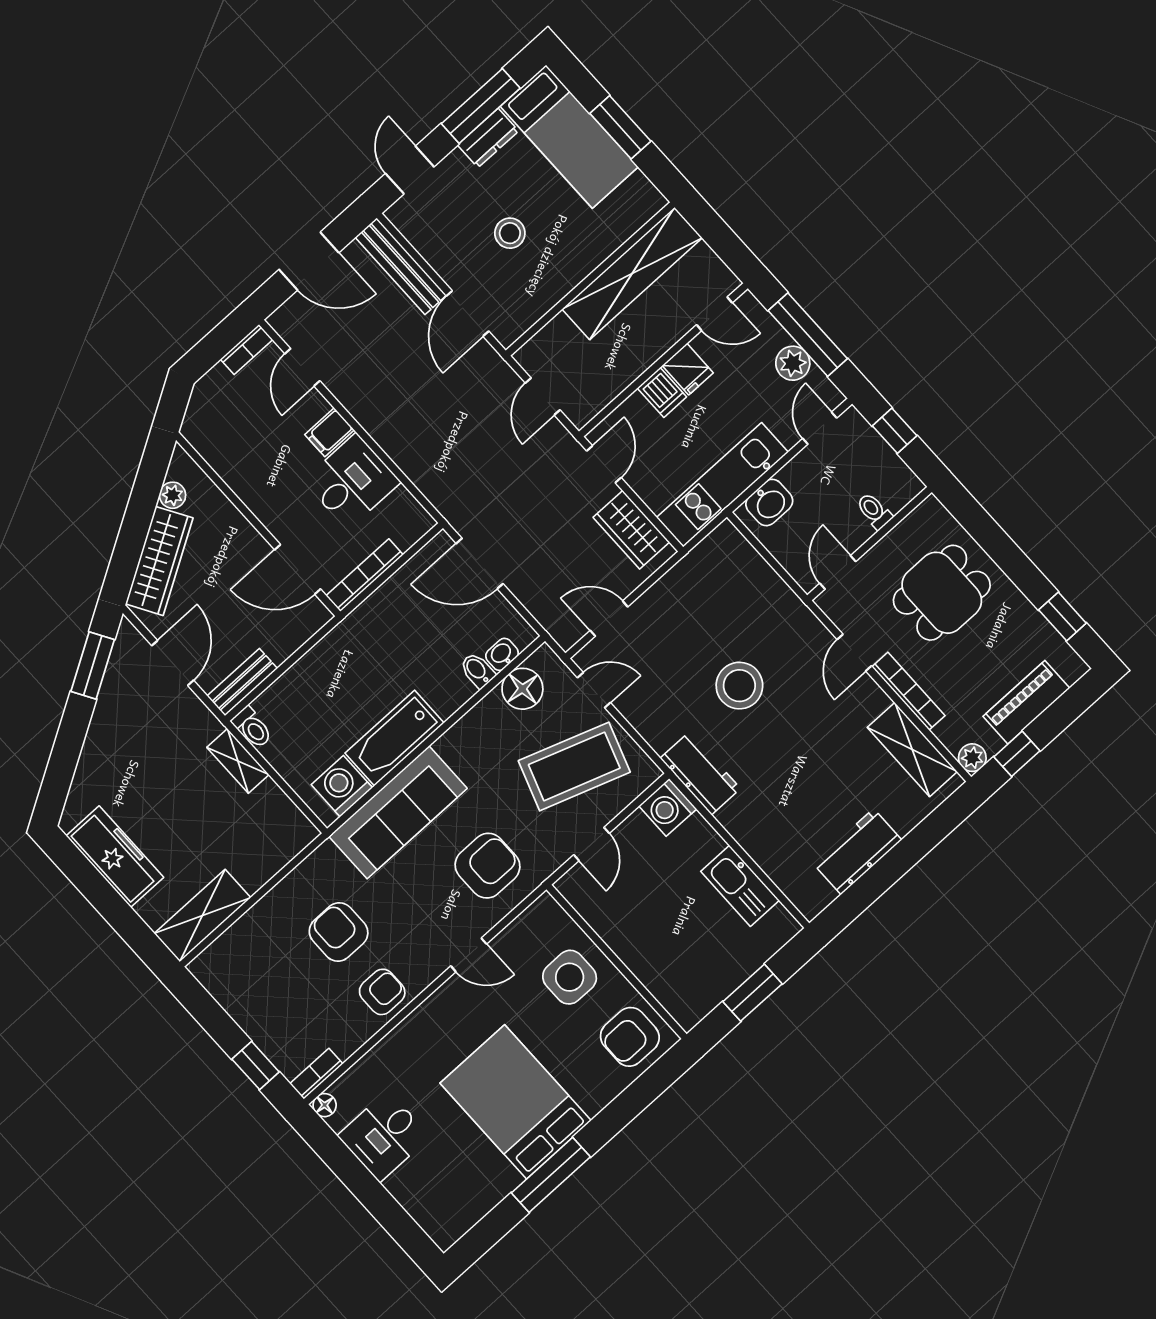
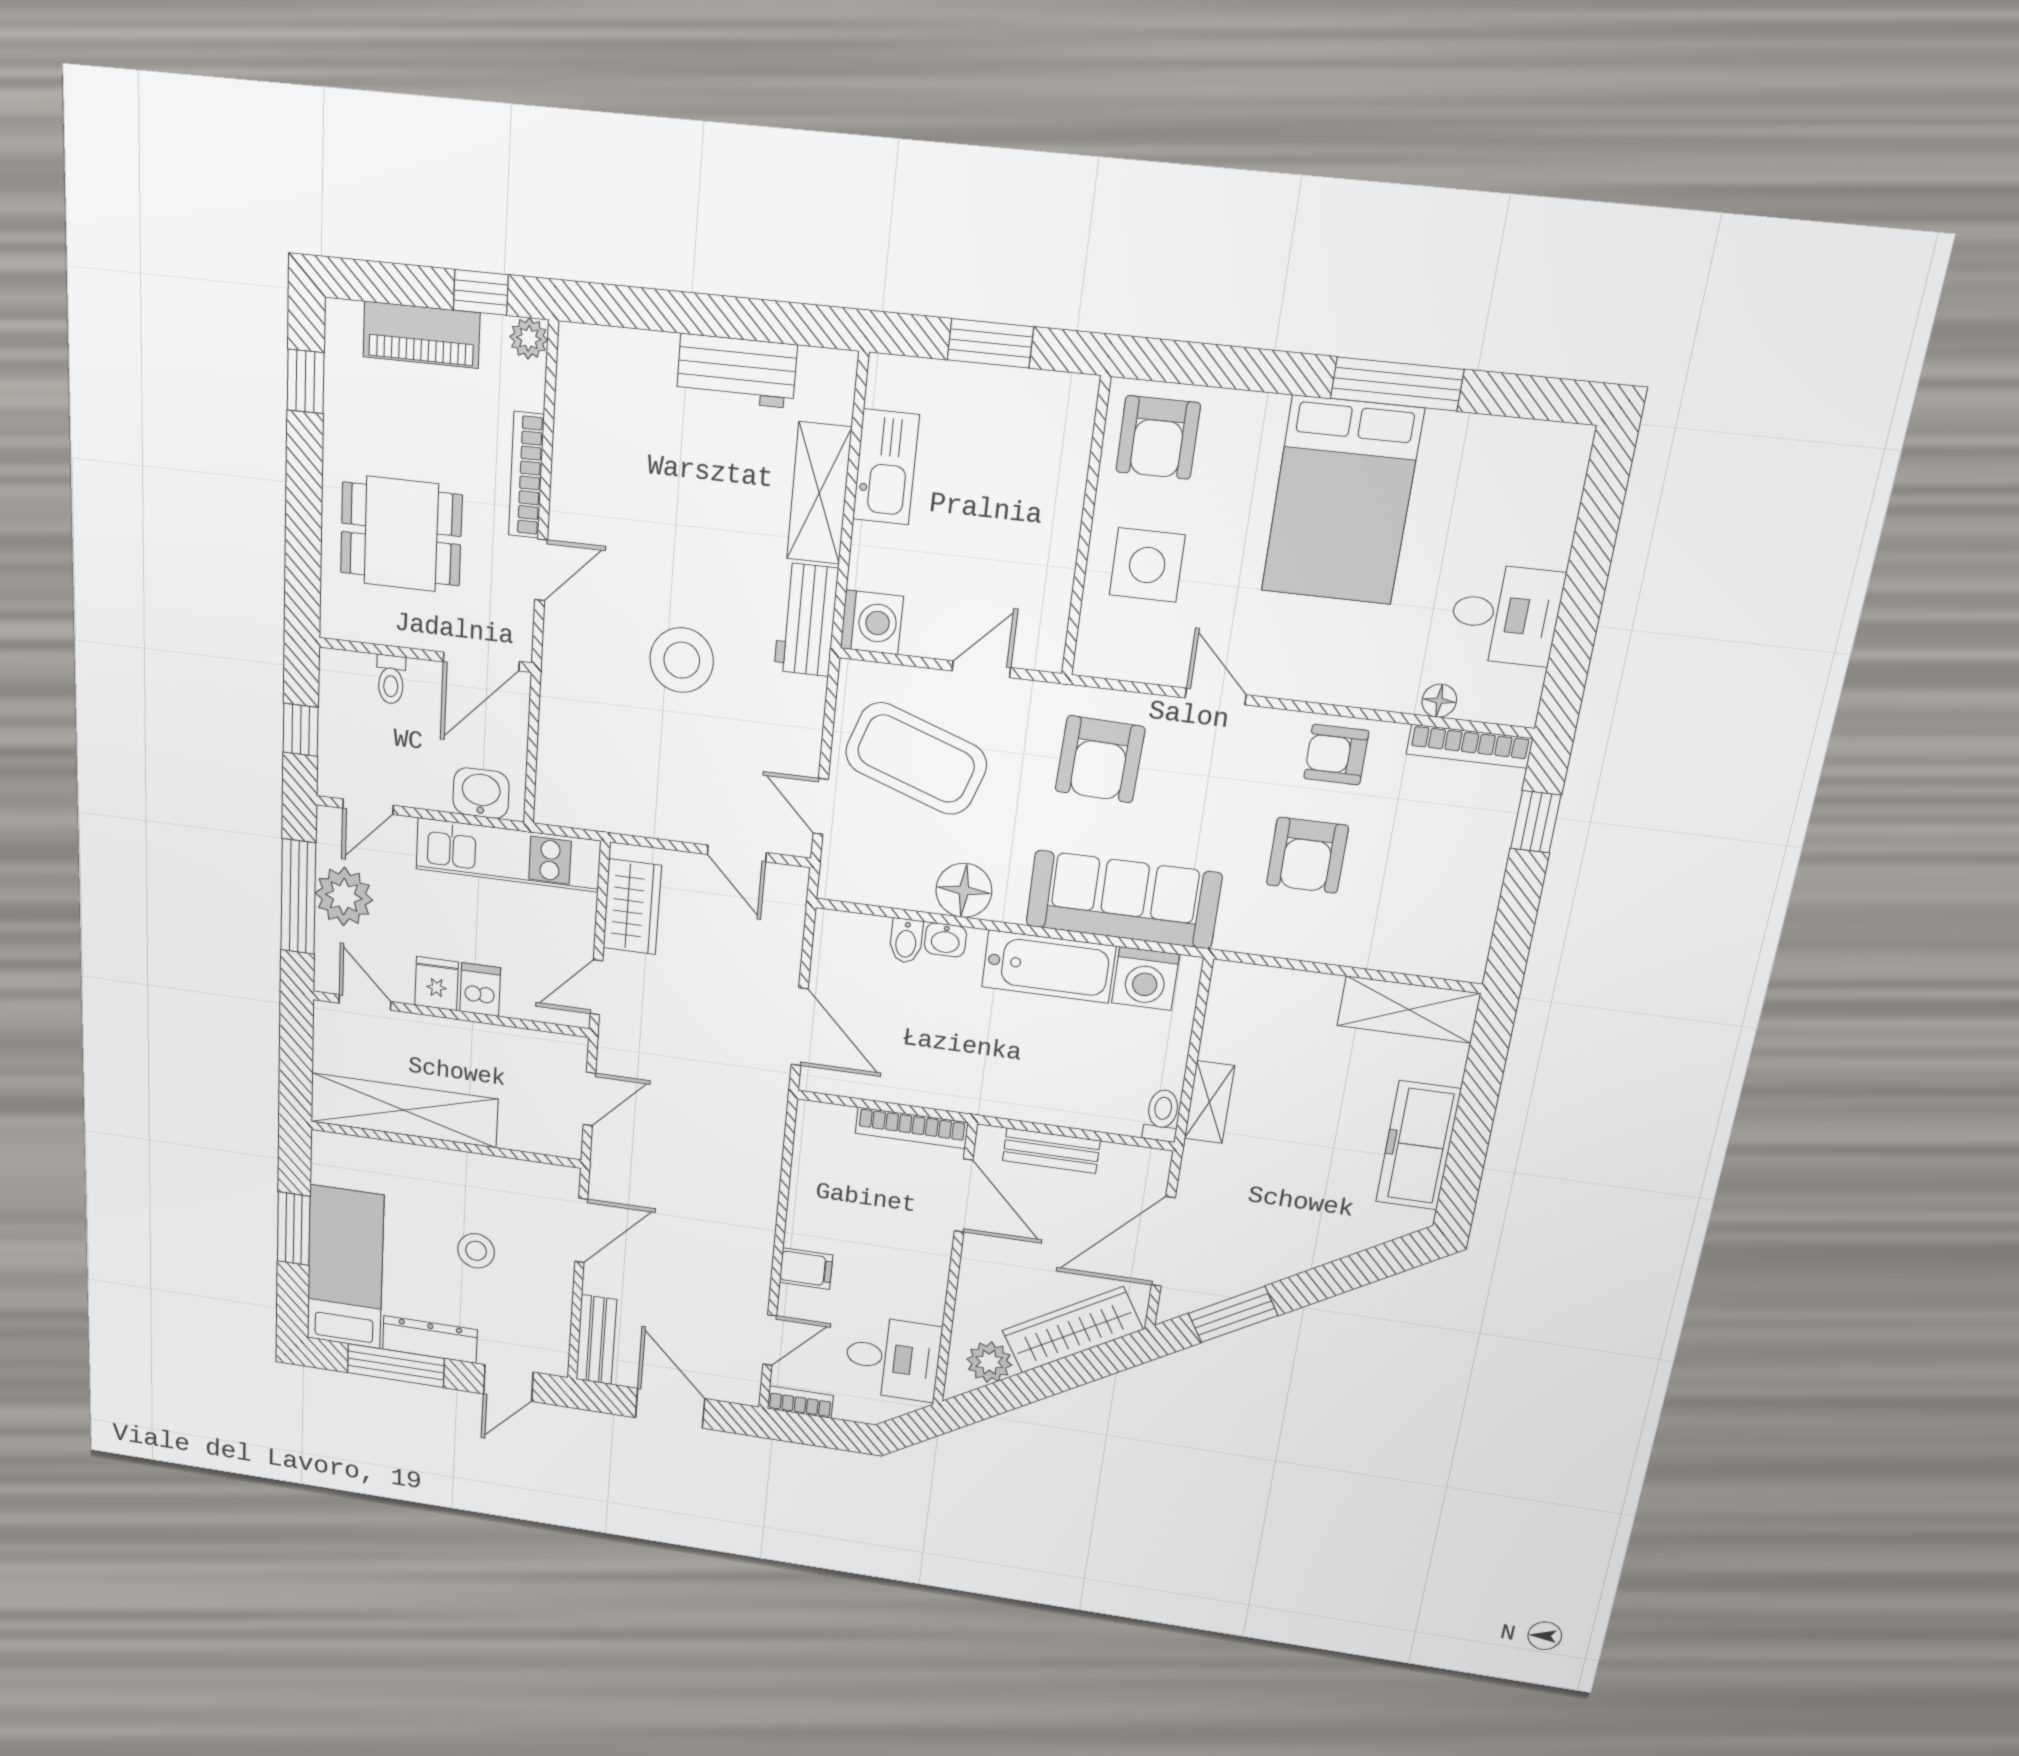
dresser: (488, 138) -> (430, 1339), width x1.44
bench: (401, 266) -> (596, 1340), width x0.73
plant: (793, 363) -> (344, 896), width x1.36, depth x1.36
desk: (352, 481) -> (893, 1358), moved, turned 180
plant: (173, 495) -> (989, 1362), width x1.38, depth x1.38
door: (838, 572) -> (481, 662), width x1.38
washbasin: (502, 654) -> (945, 940), moved
door: (173, 663) -> (1163, 1242), width x1.36
bench: (242, 682) -> (1051, 1151), moved
floor lamp: (522, 689) -> (964, 890), moved
shelving: (912, 750) -> (819, 493), moved
armchair: (488, 866) -> (1100, 759), turned -88
armchair: (630, 1037) -> (1158, 438), turned 90
bookcase: (316, 1074) -> (1469, 746), width x1.56
floor lamp: (325, 1105) -> (1439, 701), moved

